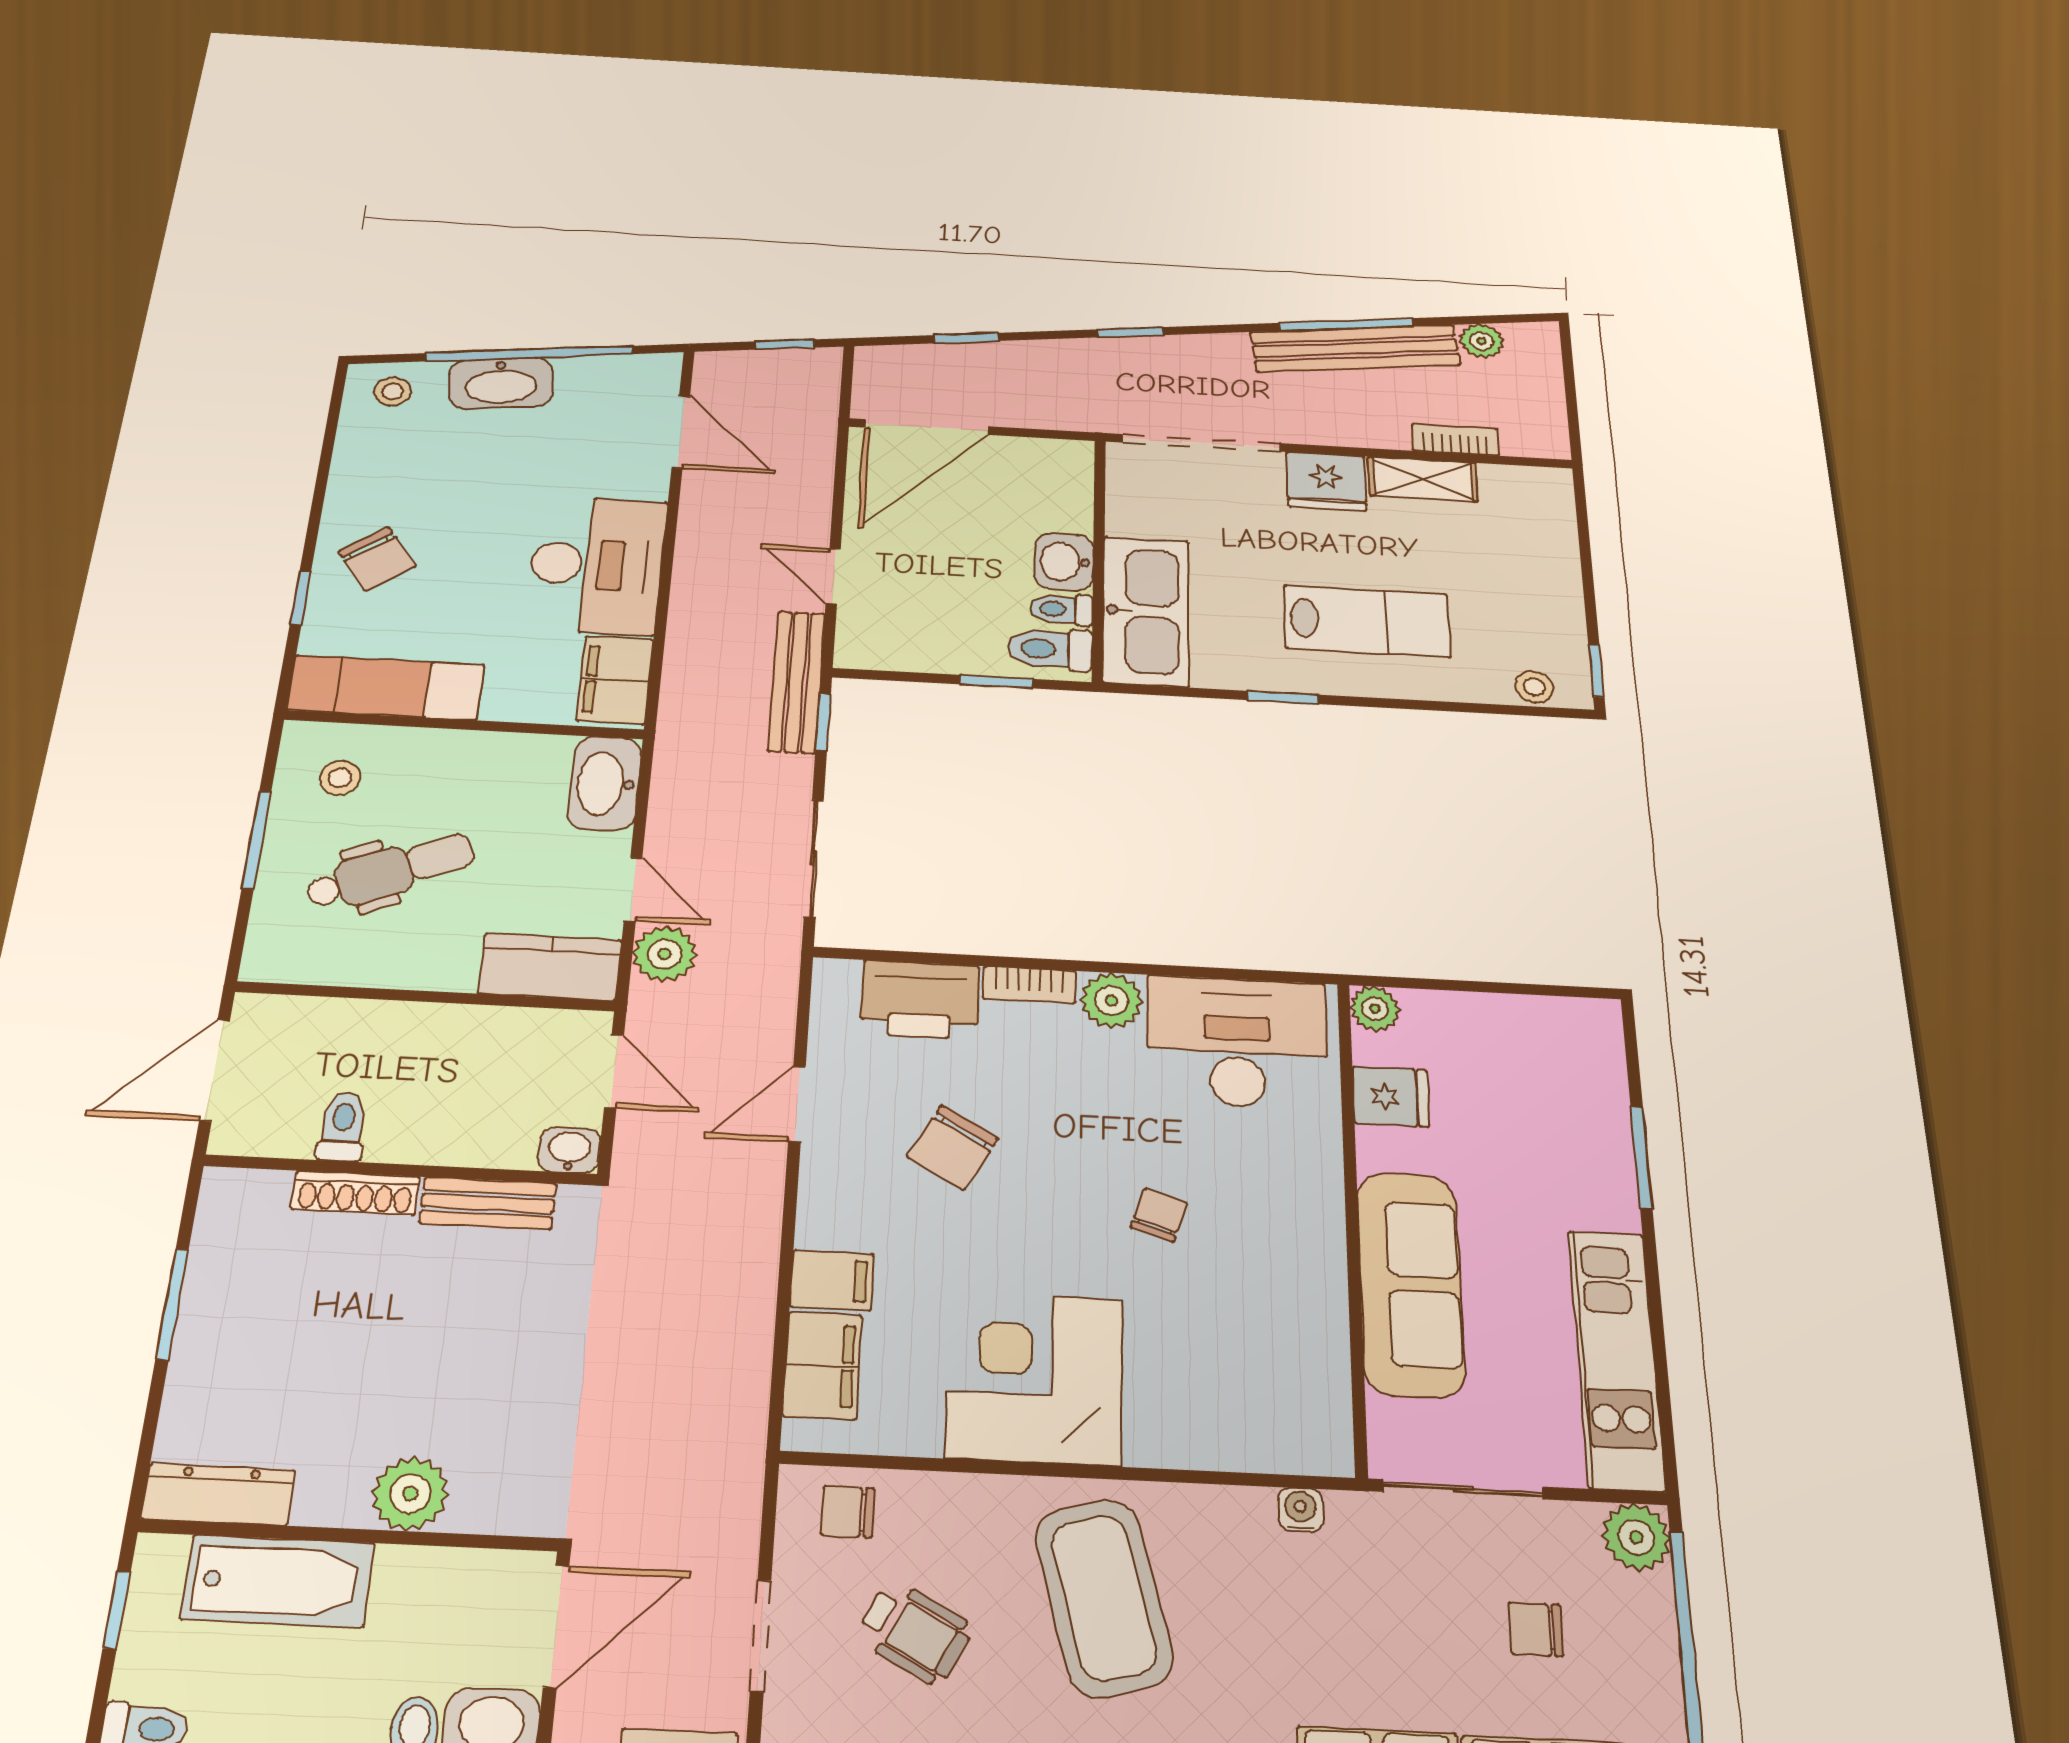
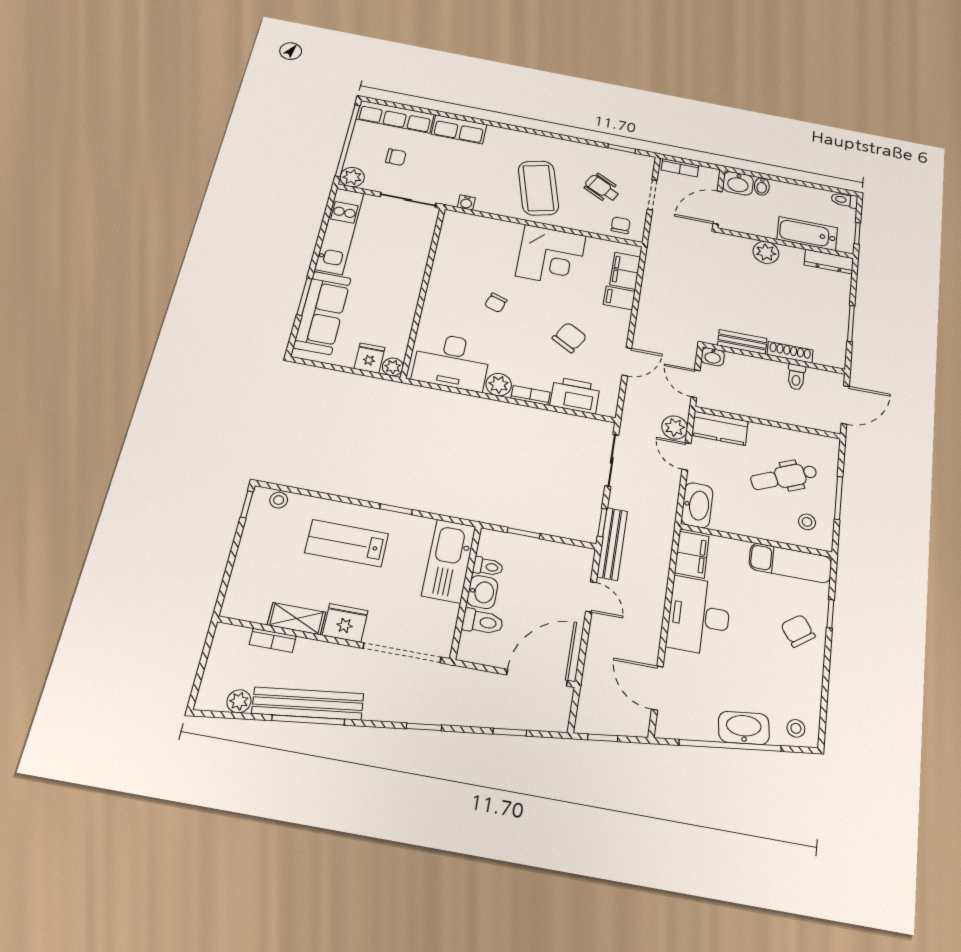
toilet: (1050, 649) -> (483, 622), moved
fridge: (1391, 1097) -> (369, 358), moved, turned 90
sofa: (1411, 1284) -> (322, 313), moved, turned 180
chair: (848, 1512) -> (621, 225), turned -90

